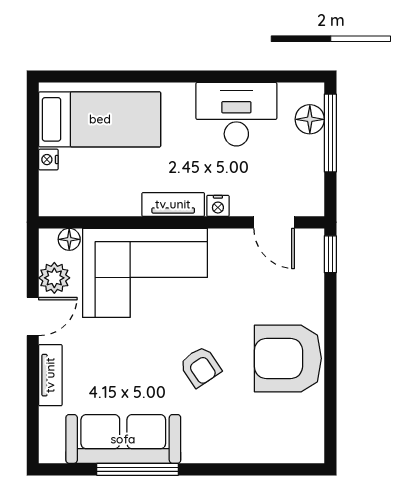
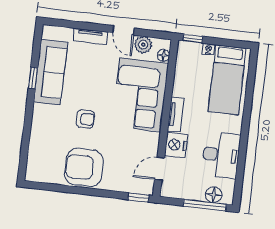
window: (33, 190) -> (193, 39), added
nightstand: (218, 206) -> (176, 145), width x1.89, depth x1.79
armchair: (288, 358) -> (84, 167), turned -90
armchair: (200, 367) -> (85, 119), turned -146
window: (137, 469) -> (33, 78), width x0.46

